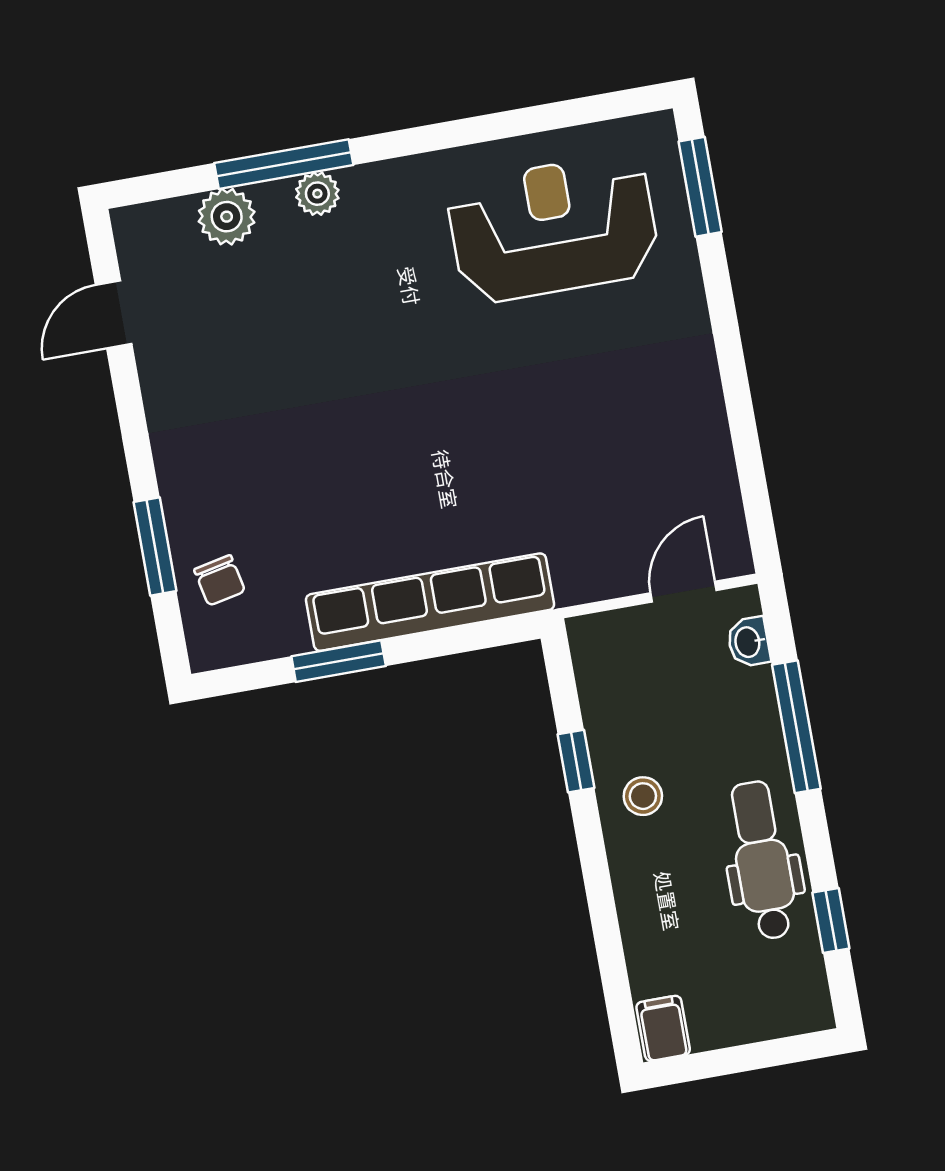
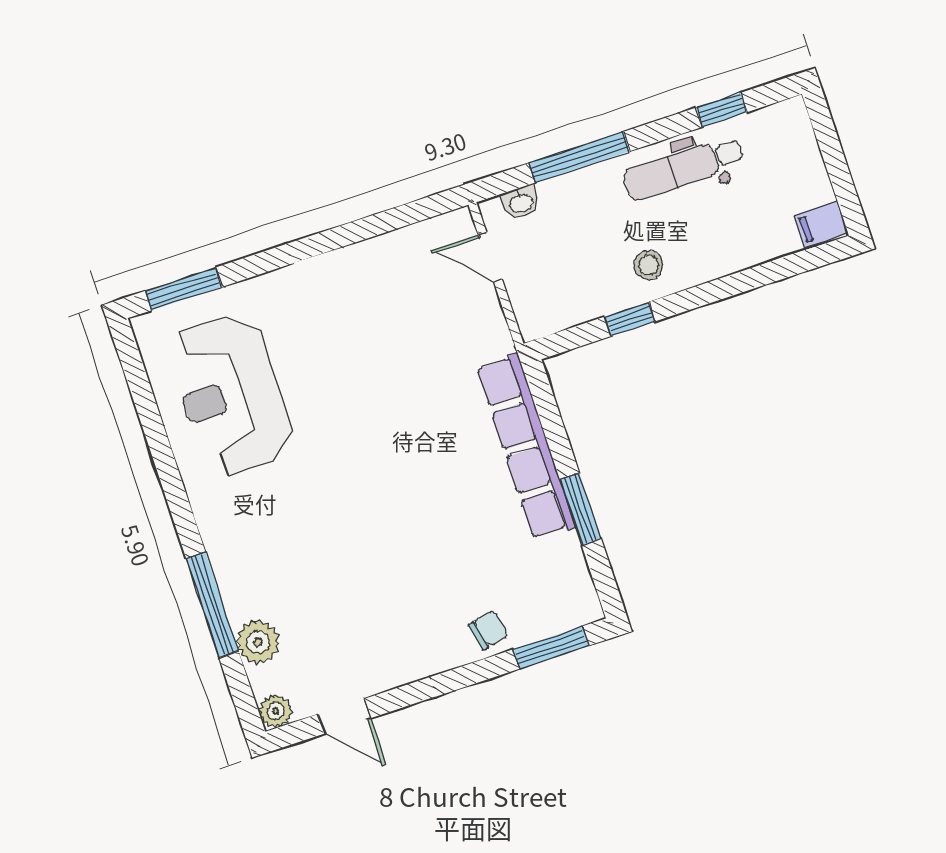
plant: (317, 194) -> (276, 711), moved
window: (155, 547) -> (551, 648), moved
chair: (220, 580) -> (489, 630), moved

